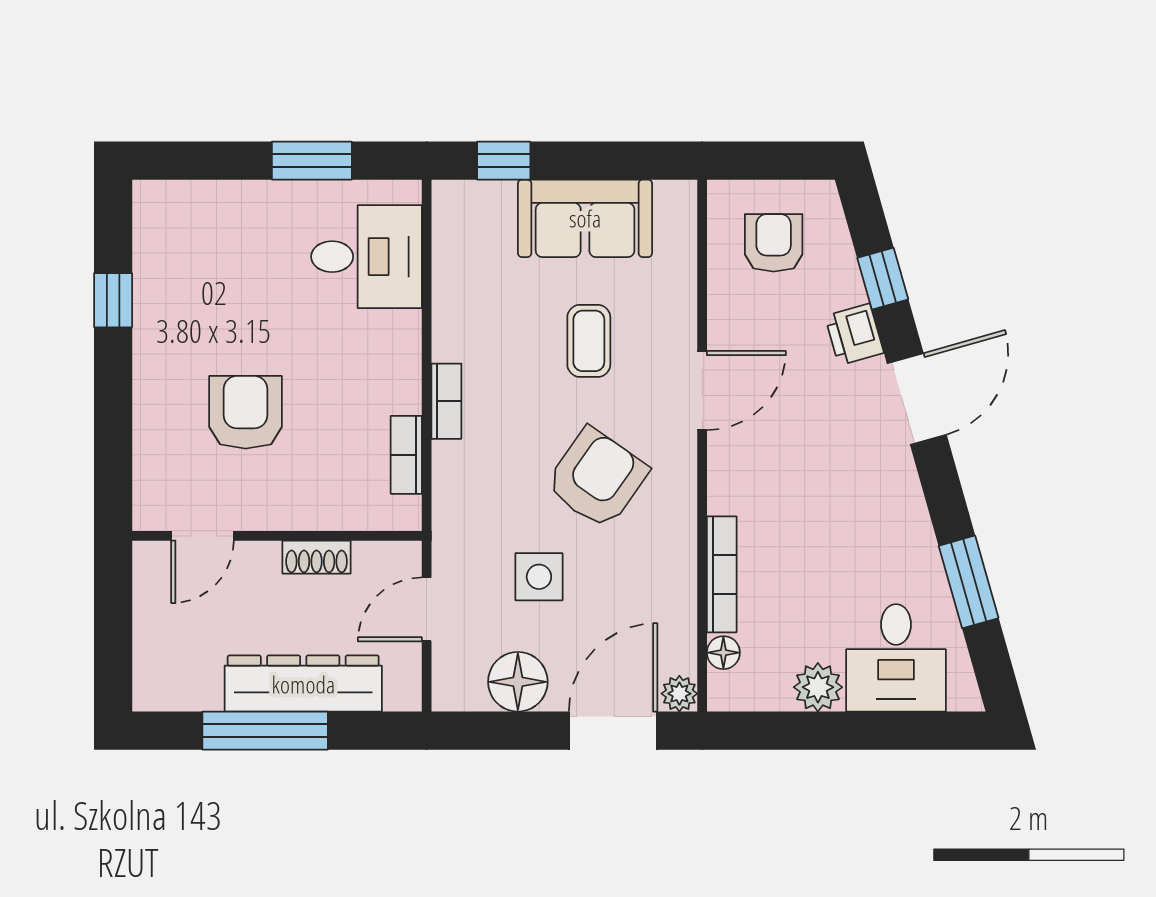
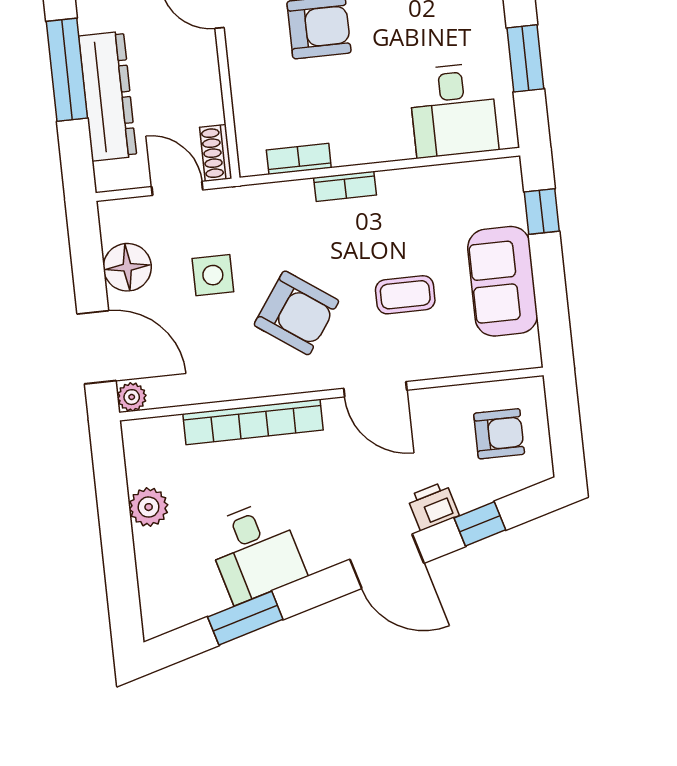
shoe rack: (317, 557) -> (216, 153), moved
bookcase: (722, 574) -> (253, 422), width x1.48, depth x1.31
floor lamp: (723, 653) -> (168, 429), removed
desk: (896, 658) -> (255, 551), moved, turned -106

